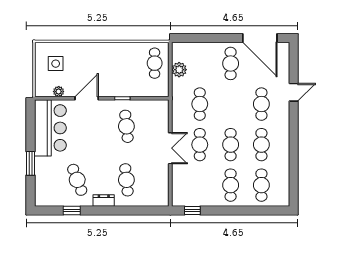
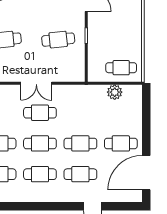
cafe table: (200, 104) -> (80, 143), moved

